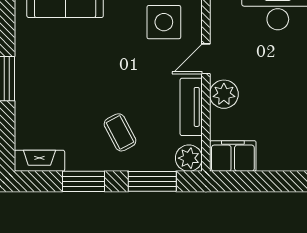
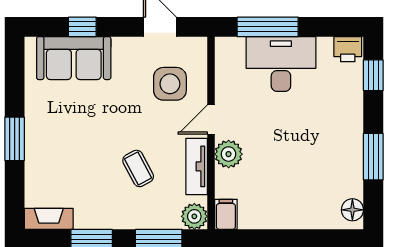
coffee table: (120, 132) -> (138, 168), moved
filing cabinet: (233, 156) -> (226, 214), width x0.50

